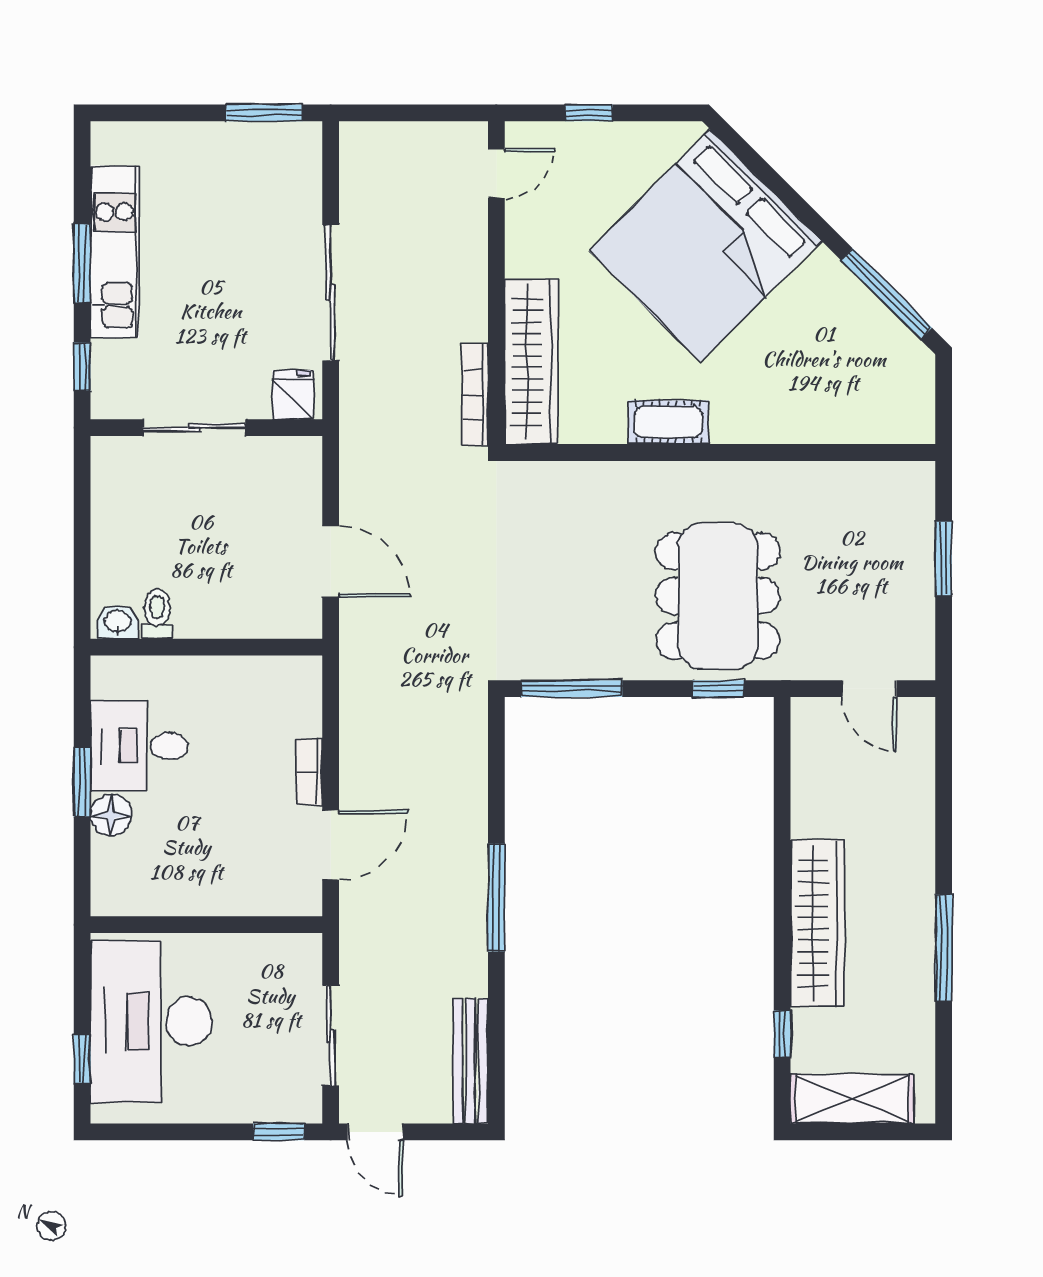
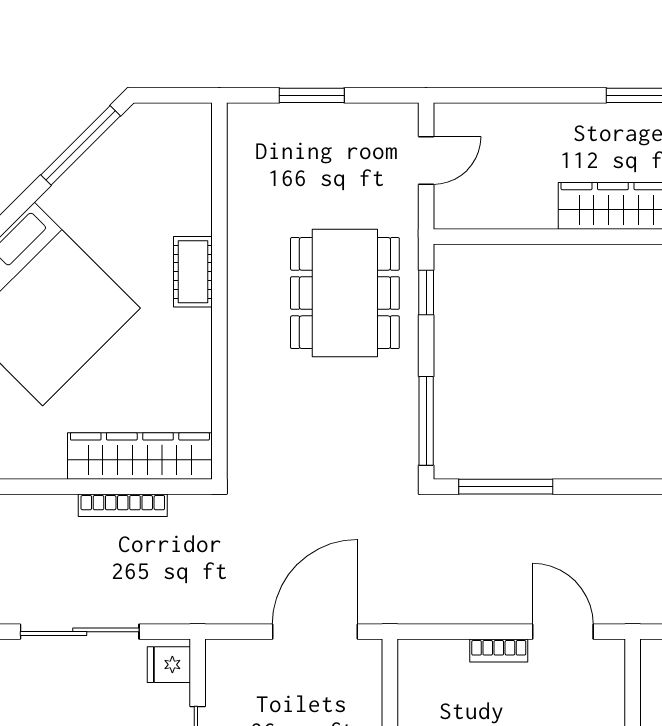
bookcase: (475, 395) -> (123, 505), moved
cot: (668, 422) -> (193, 272), moved
door: (331, 562) -> (315, 632), width x1.36
dining table: (718, 596) -> (345, 293), turned 90
window: (496, 898) -> (506, 487), moved

